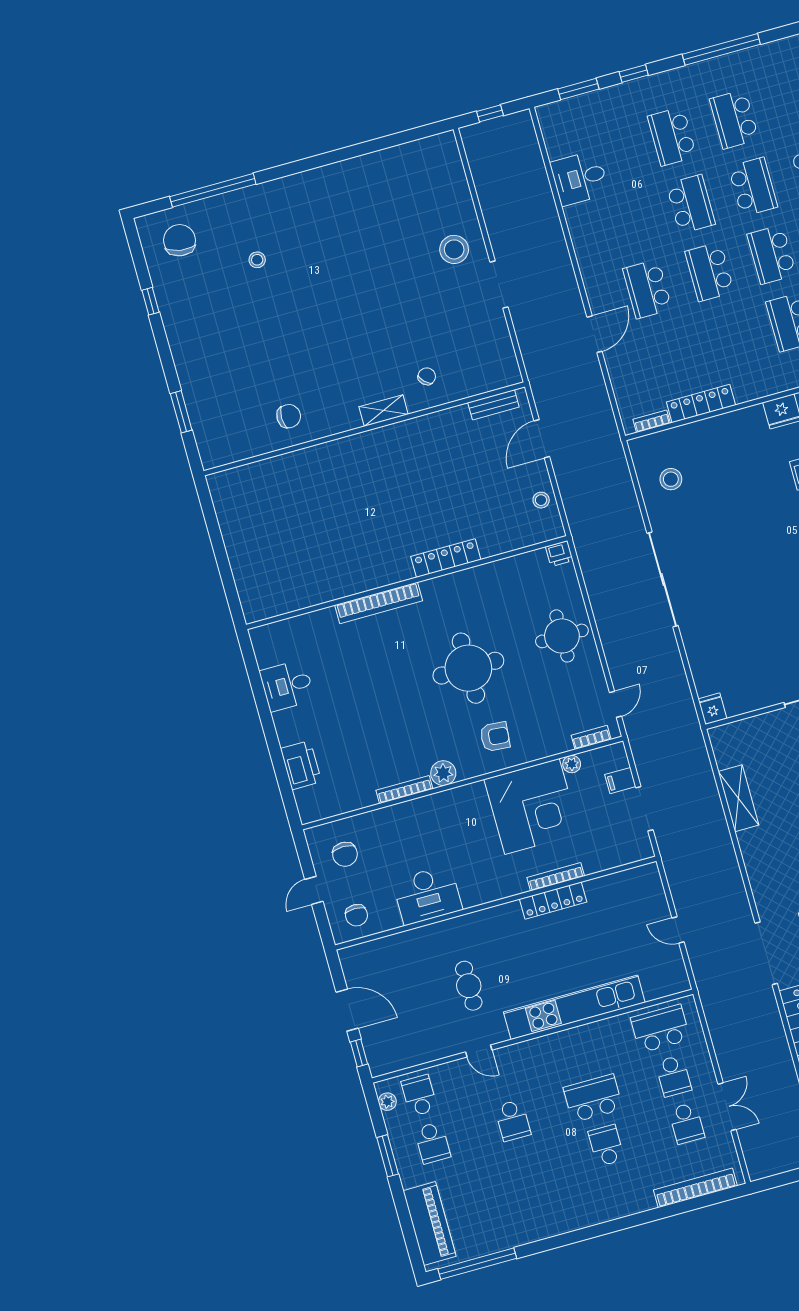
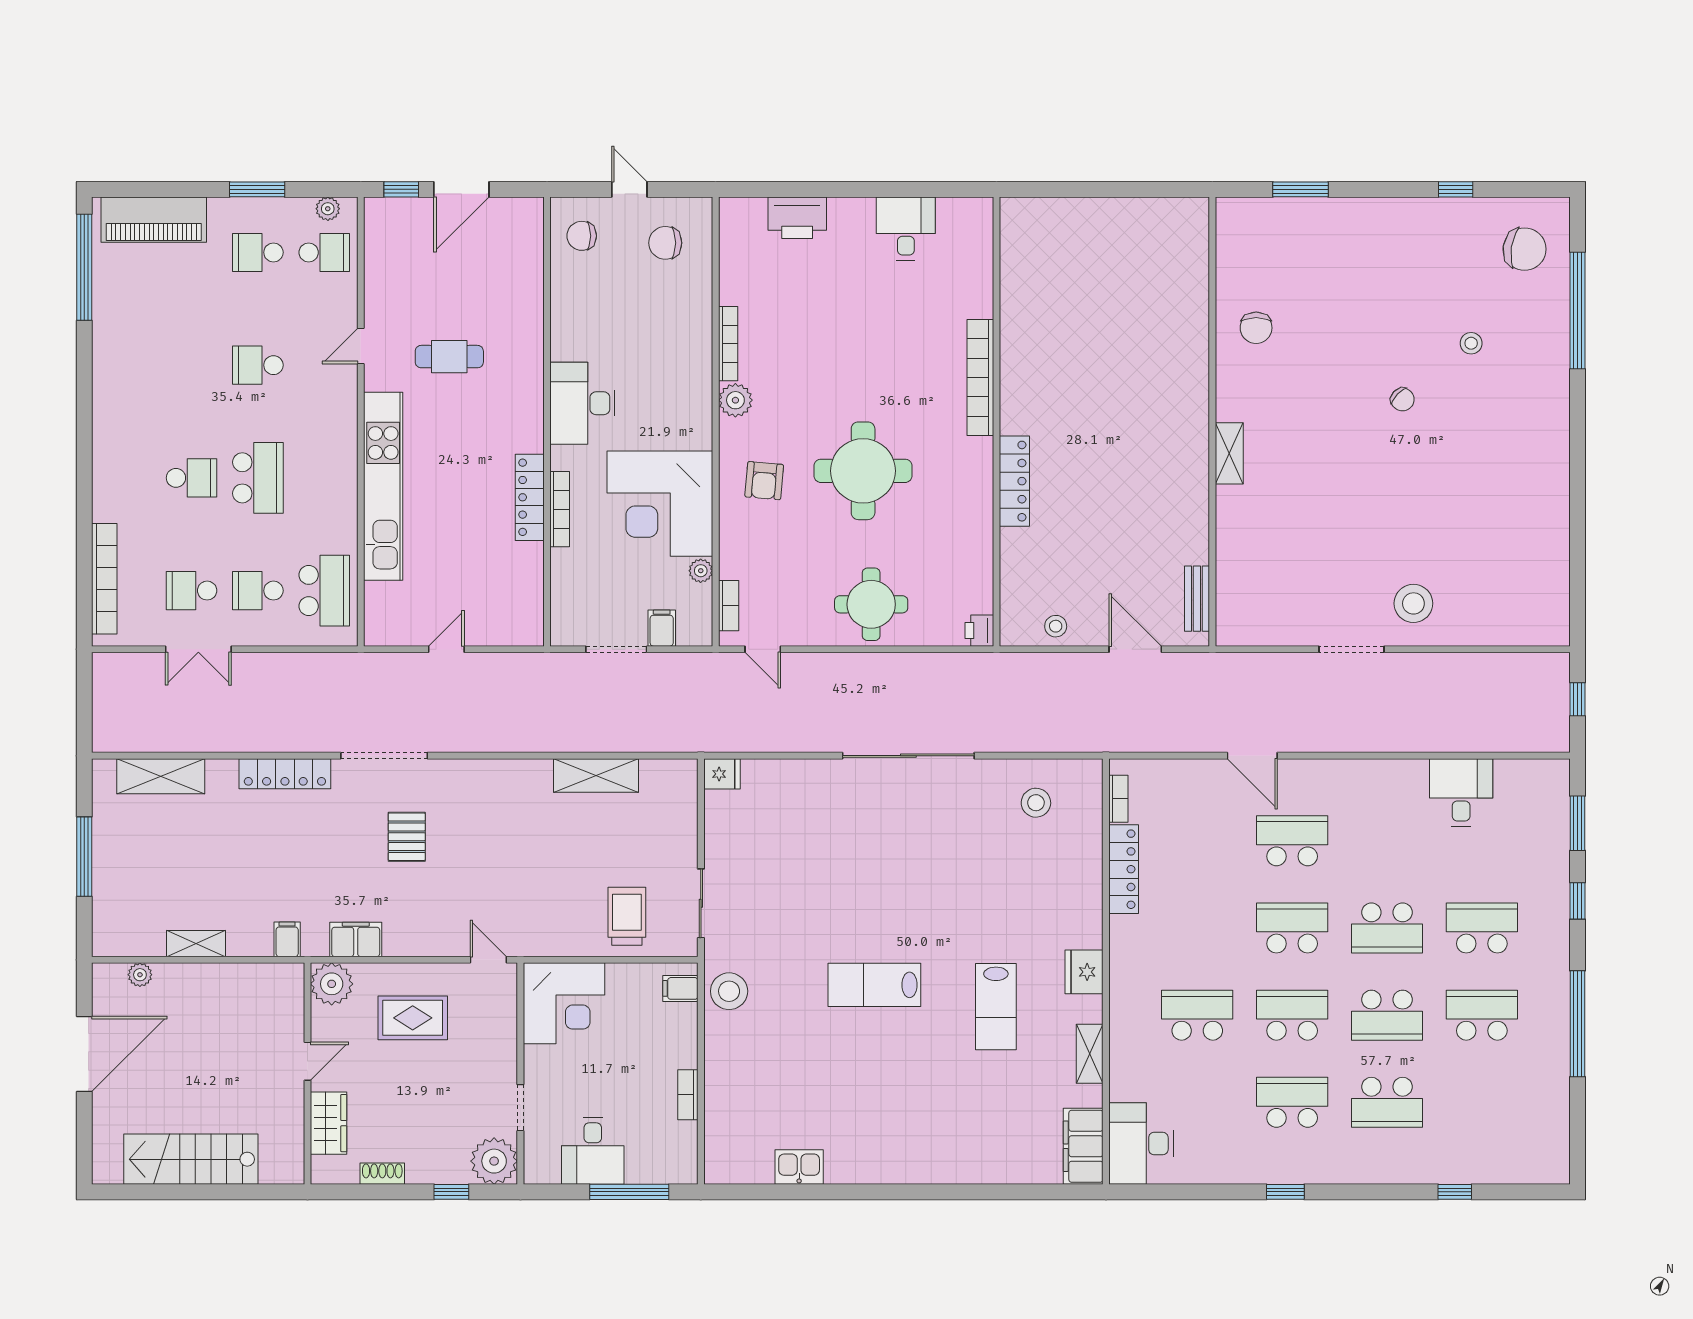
chair: (427, 376) -> (1402, 399), moved
desk: (427, 895) -> (582, 403), moved

